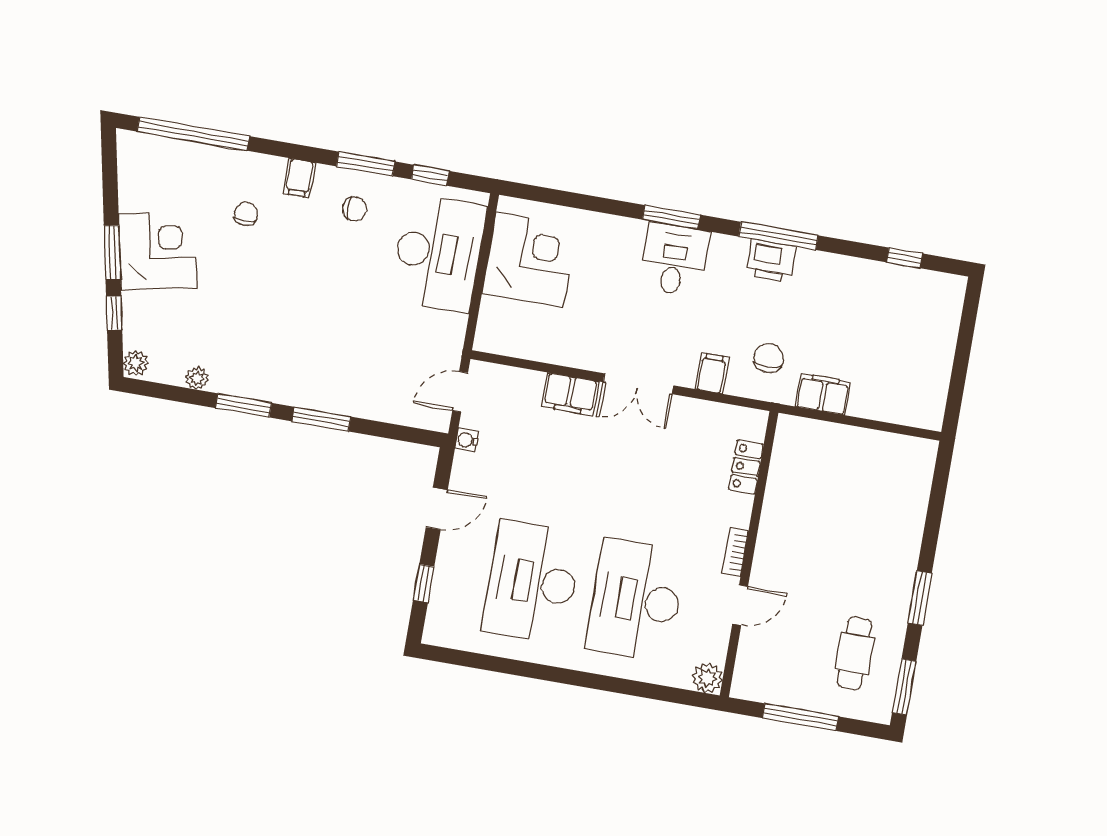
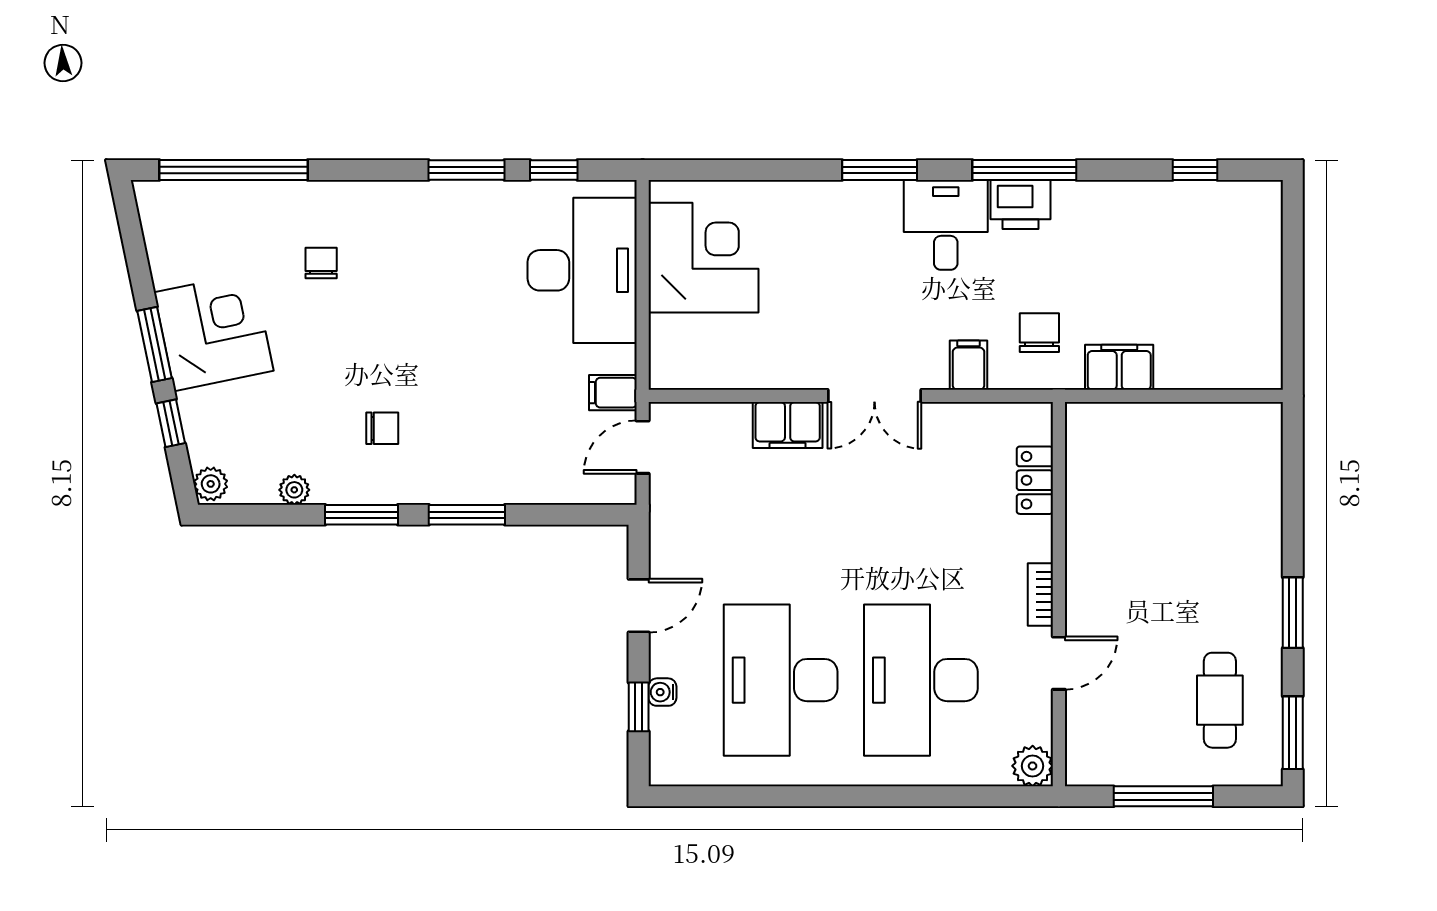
filing cabinet: (299, 178) -> (613, 393), moved, turned 90
chair: (355, 209) -> (382, 428), moved
desk: (674, 260) -> (946, 225), moved
water cooler: (467, 440) -> (662, 692), moved

